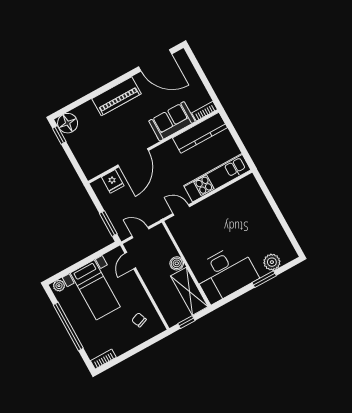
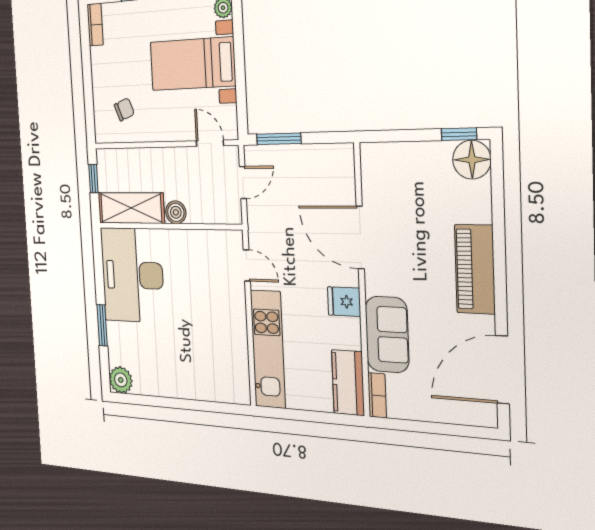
kitchen counter: (200, 133) -> (348, 383), width x0.67
fridge: (113, 181) -> (344, 302), moved
door: (181, 210) -> (247, 265), hinge flipped
plant: (272, 262) -> (121, 380), moved

